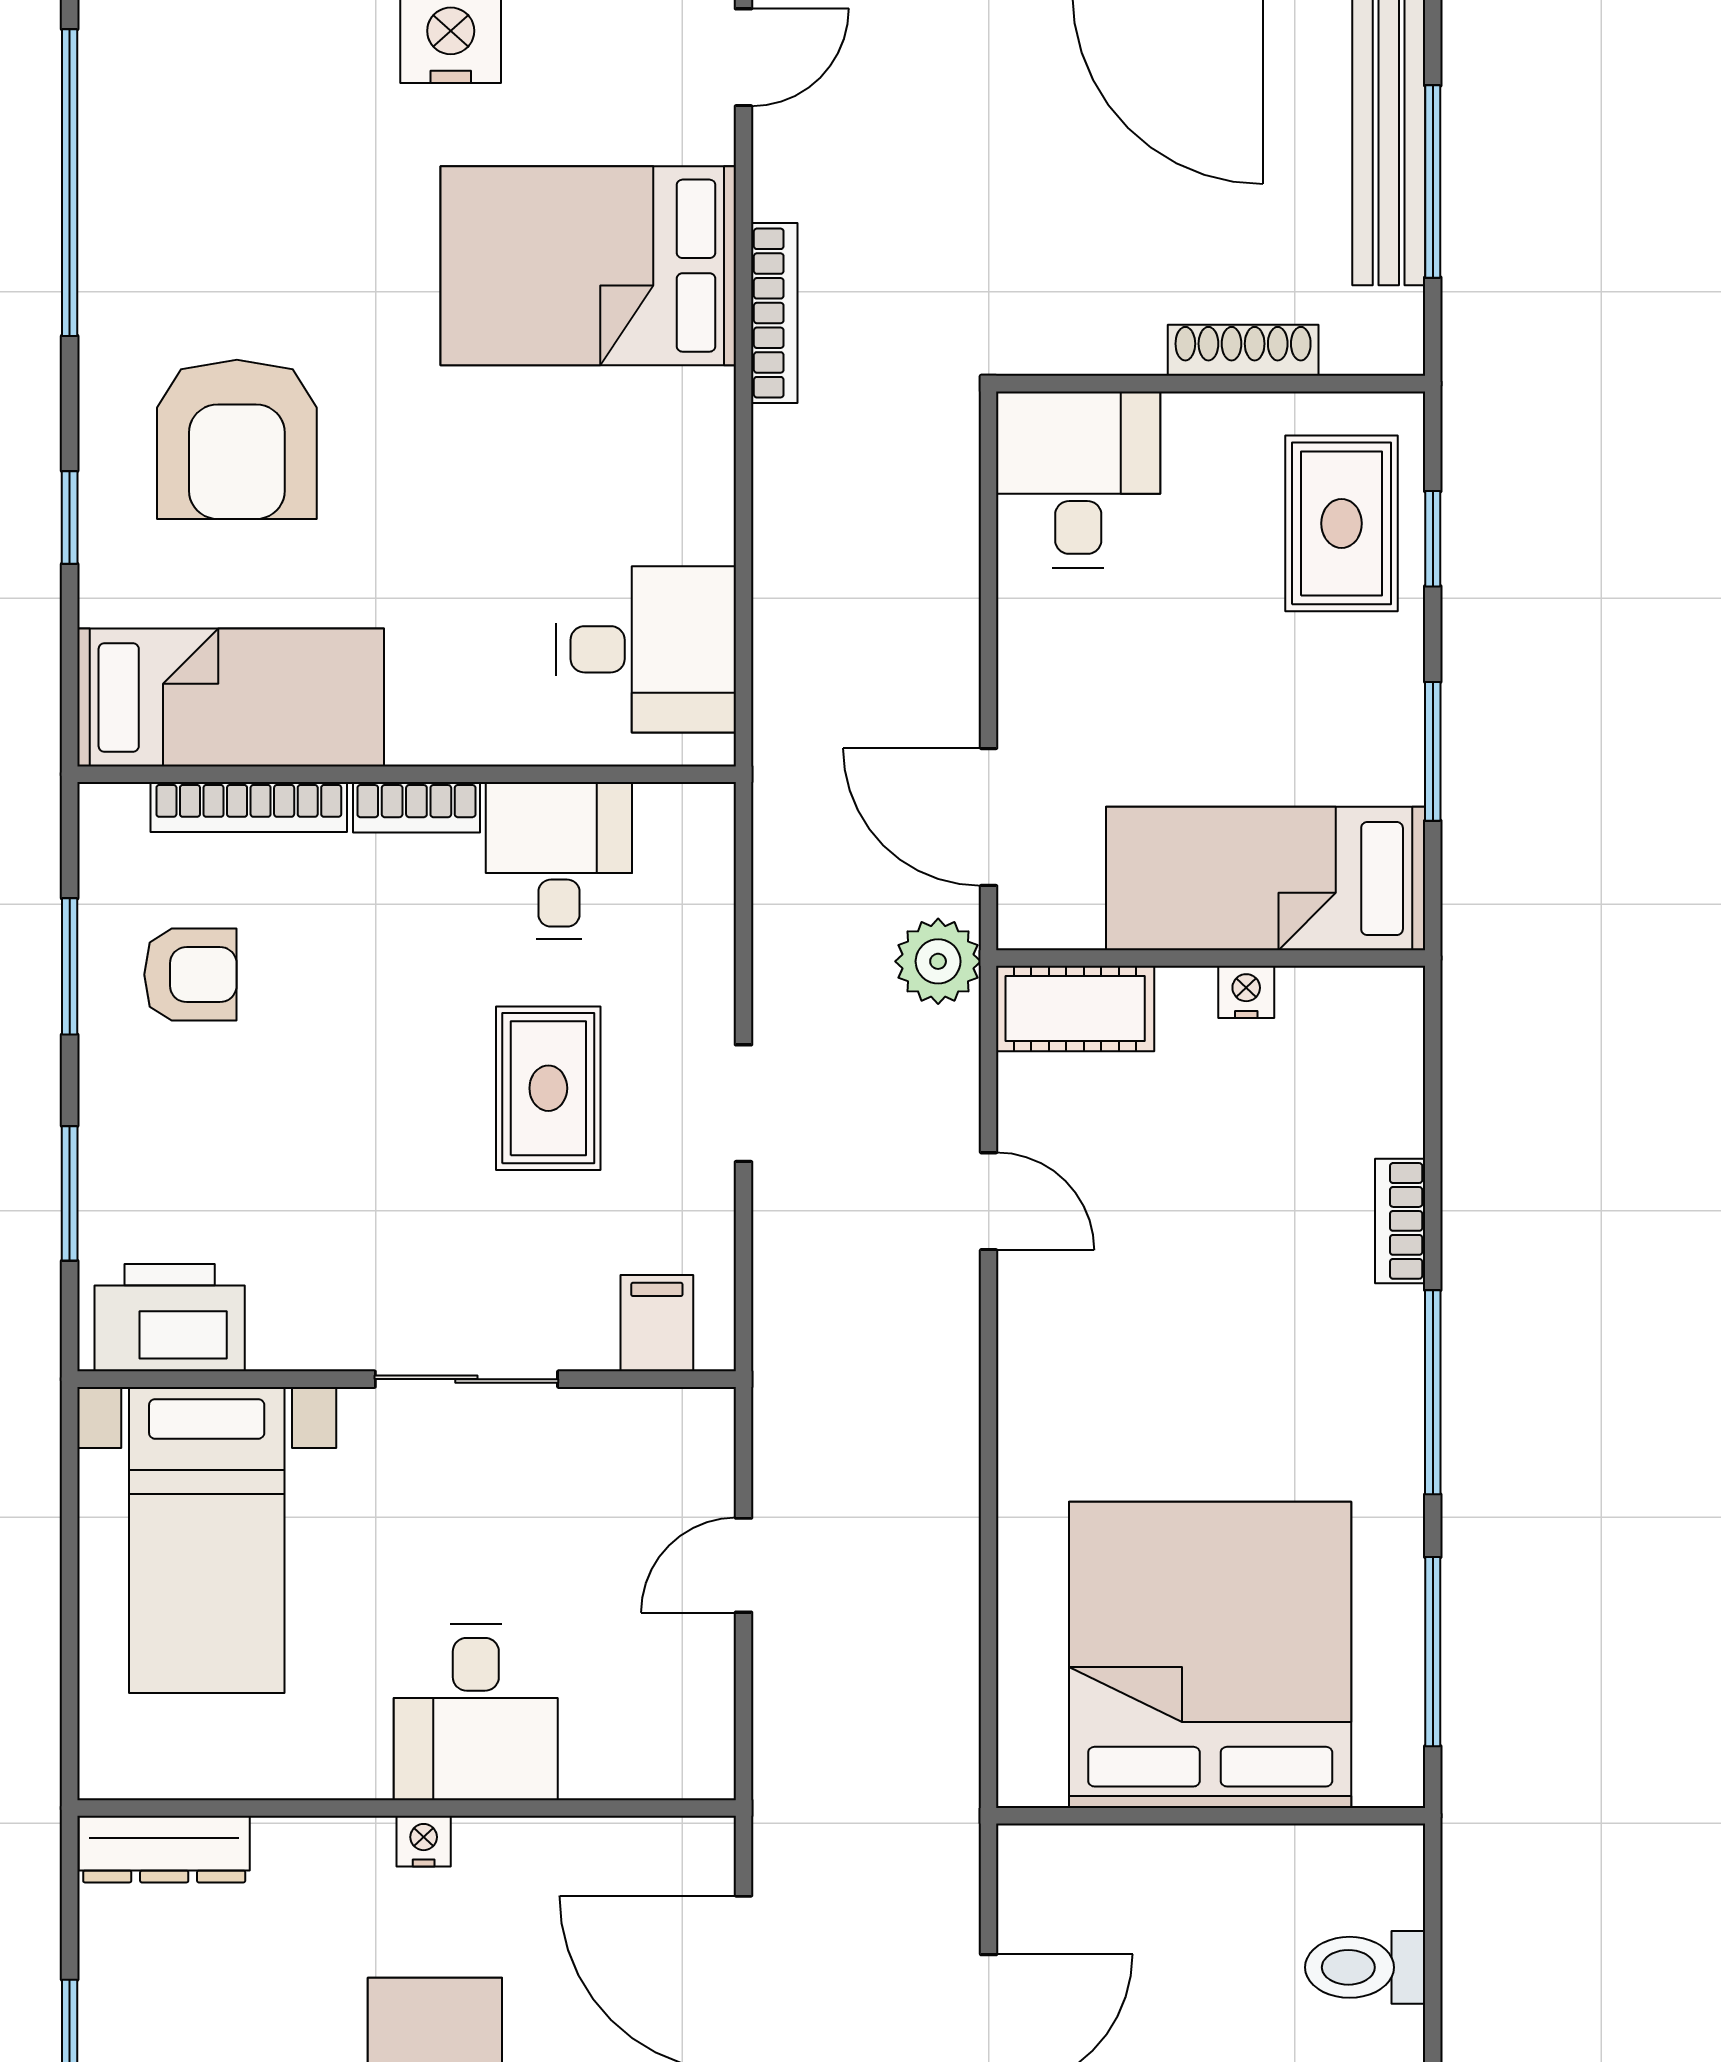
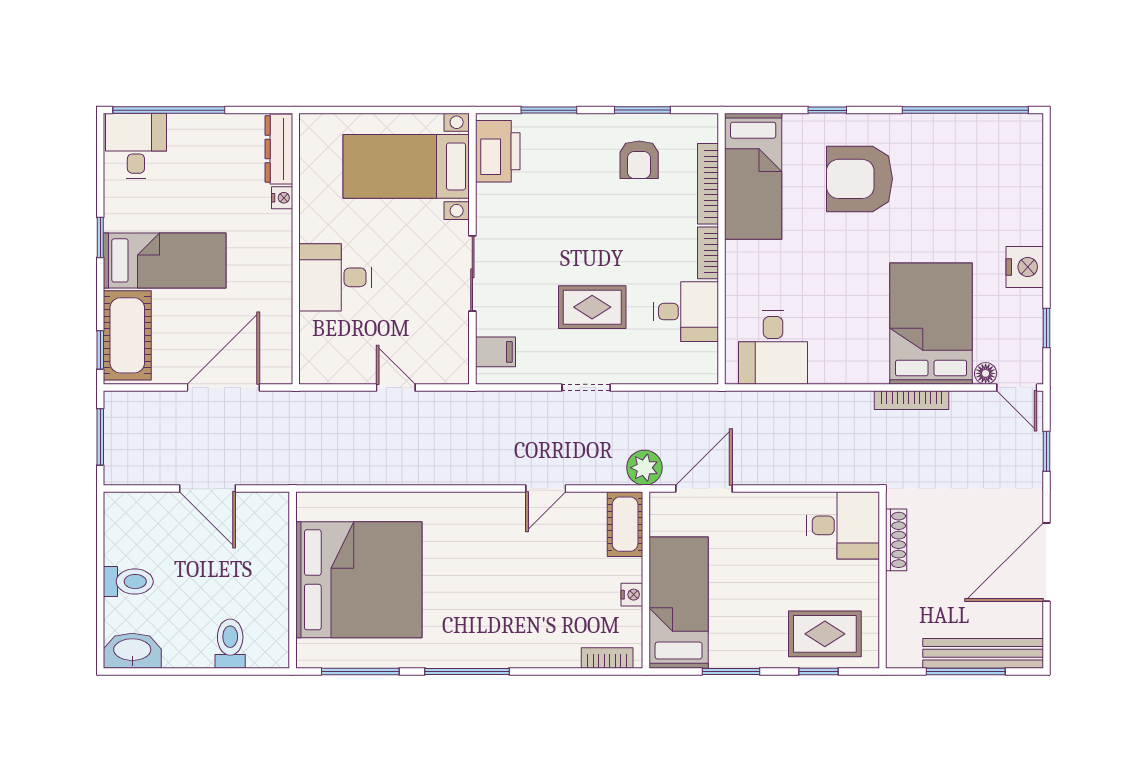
floor lamp: (709, 133) -> (986, 373), added
shoe rack: (1243, 350) -> (896, 540), moved
bookcase: (1400, 1221) -> (607, 658), moved
nightstand: (424, 1841) -> (282, 198), moved

